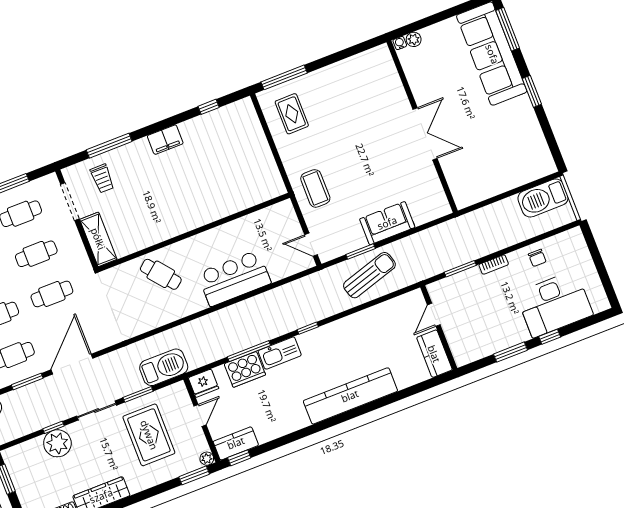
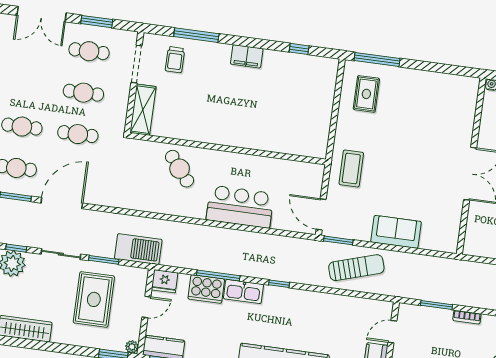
door: (311, 245) -> (321, 214), width x1.38
window: (361, 251) -> (338, 240), moved

